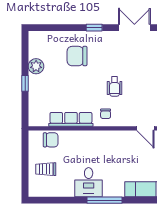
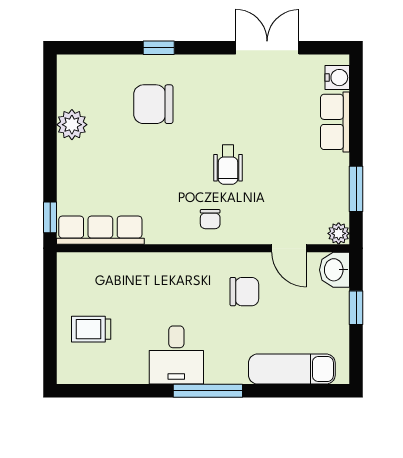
window: (94, 28) -> (159, 48), moved
window: (25, 83) -> (50, 217), moved
row of seats: (71, 119) -> (100, 230), moved
chair: (51, 140) -> (244, 292), moved

